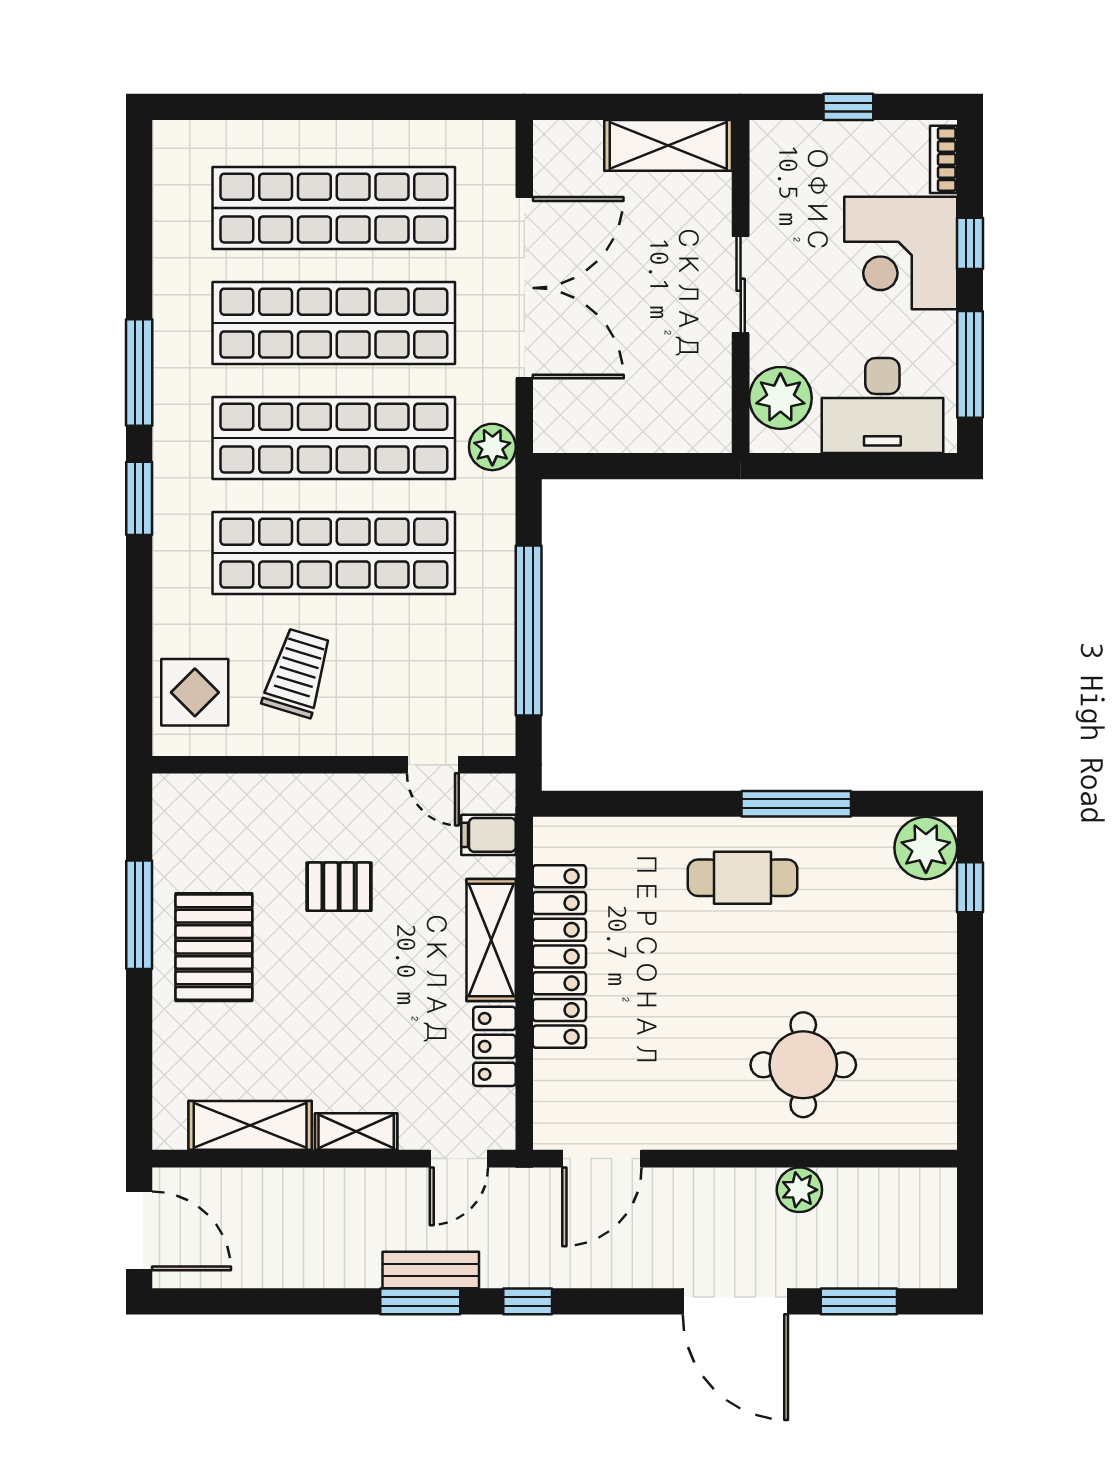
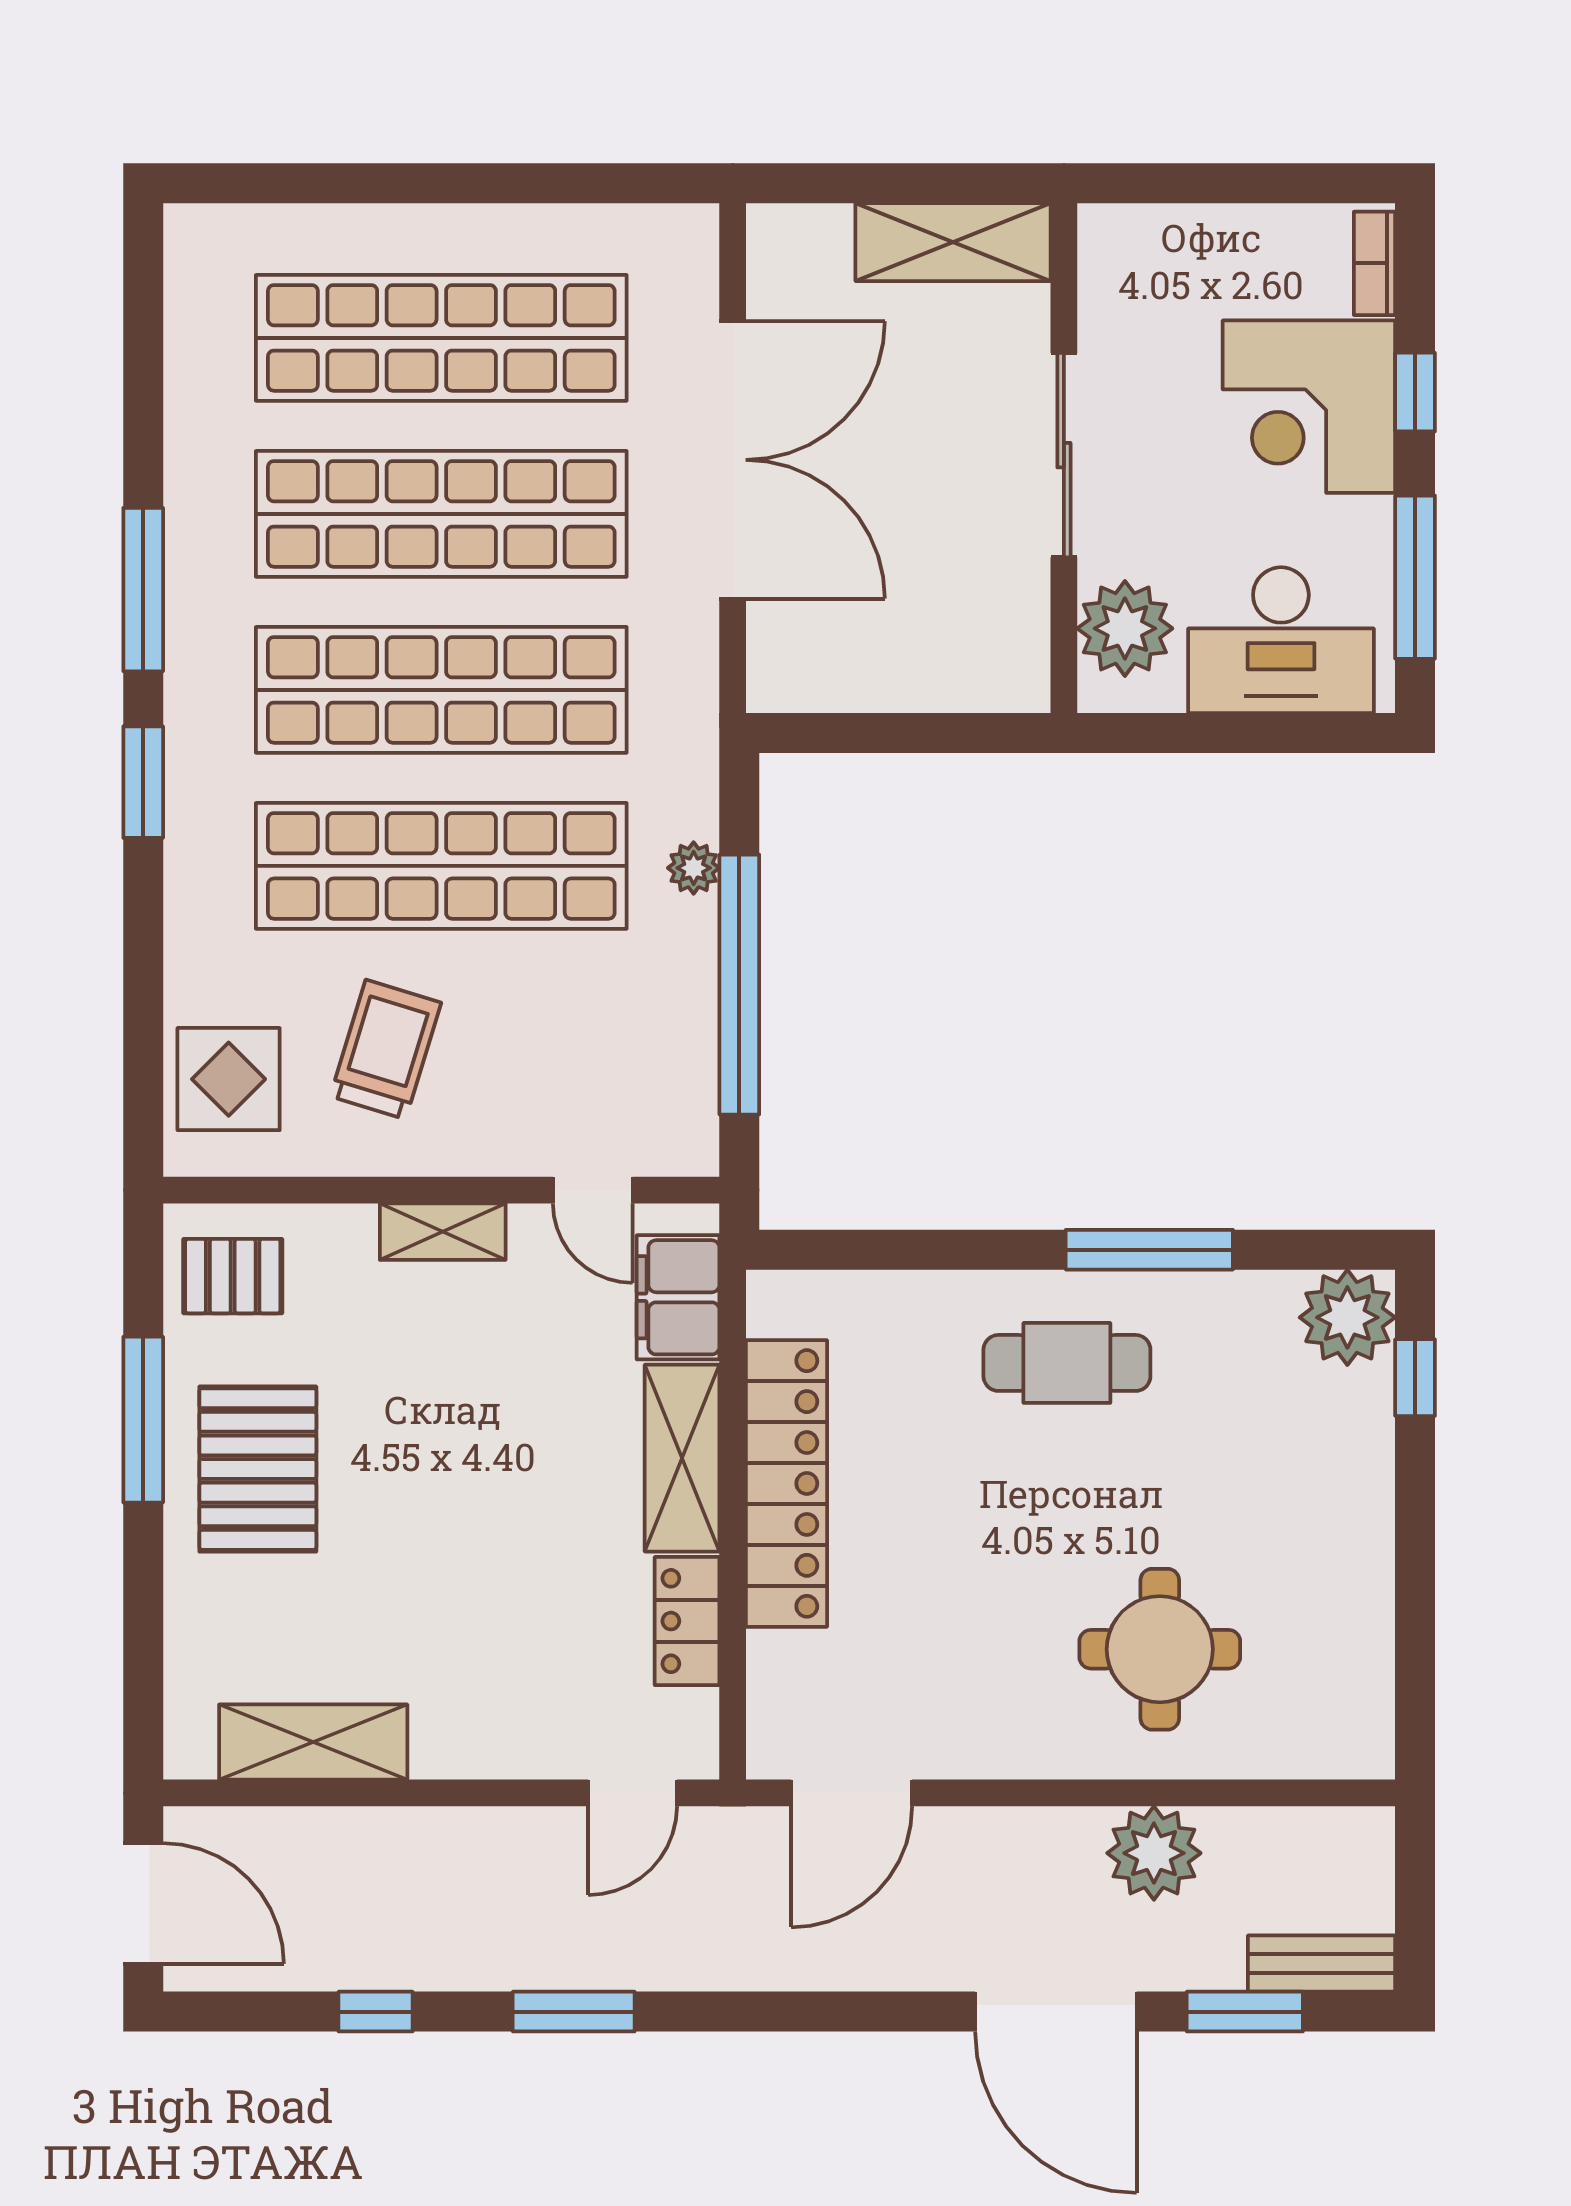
window: (848, 107) -> (1229, 183), removed
sliding door: (741, 285) -> (1064, 455), width x1.37
plant: (492, 447) -> (694, 868), moved, width x0.73, depth x0.73
filing cabinet: (489, 835) -> (678, 1297), width x2.00
pallet: (339, 887) -> (233, 1276), moved
shelving: (356, 1132) -> (443, 1232), moved
plant: (799, 1190) -> (1154, 1853), width x1.36, depth x1.36
bench: (431, 1270) -> (1322, 1964), moved
window: (528, 1301) -> (376, 2012), moved

